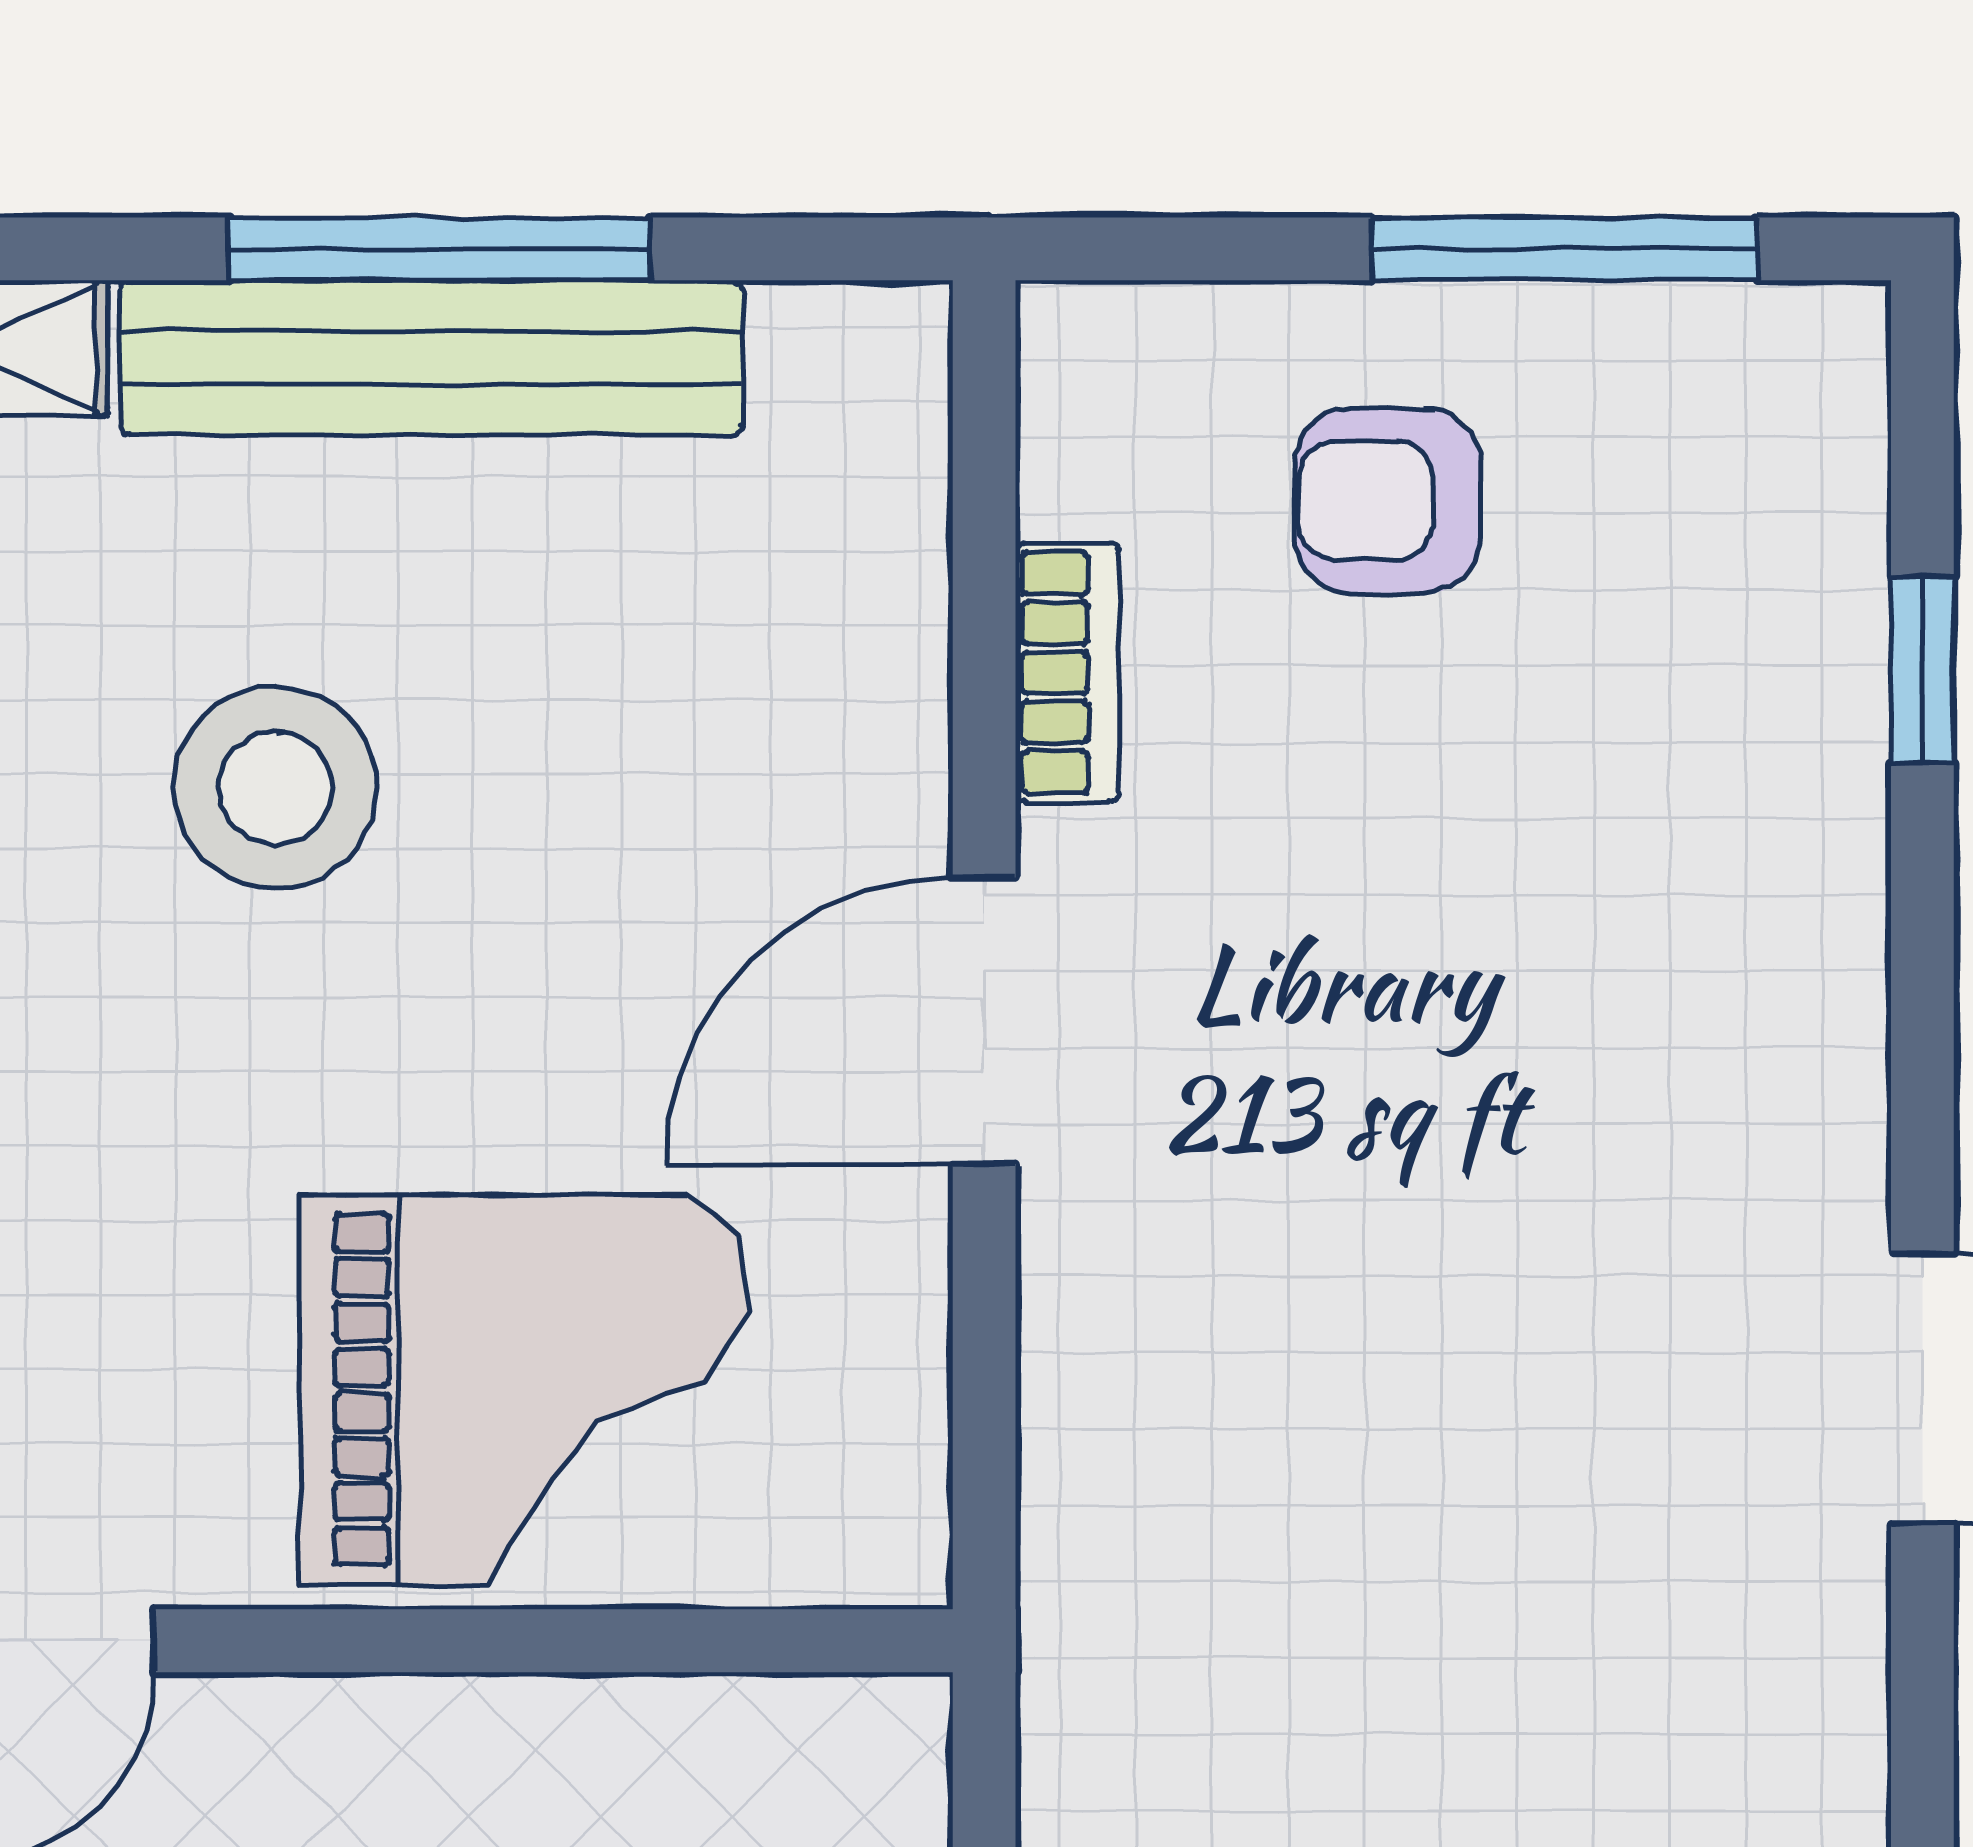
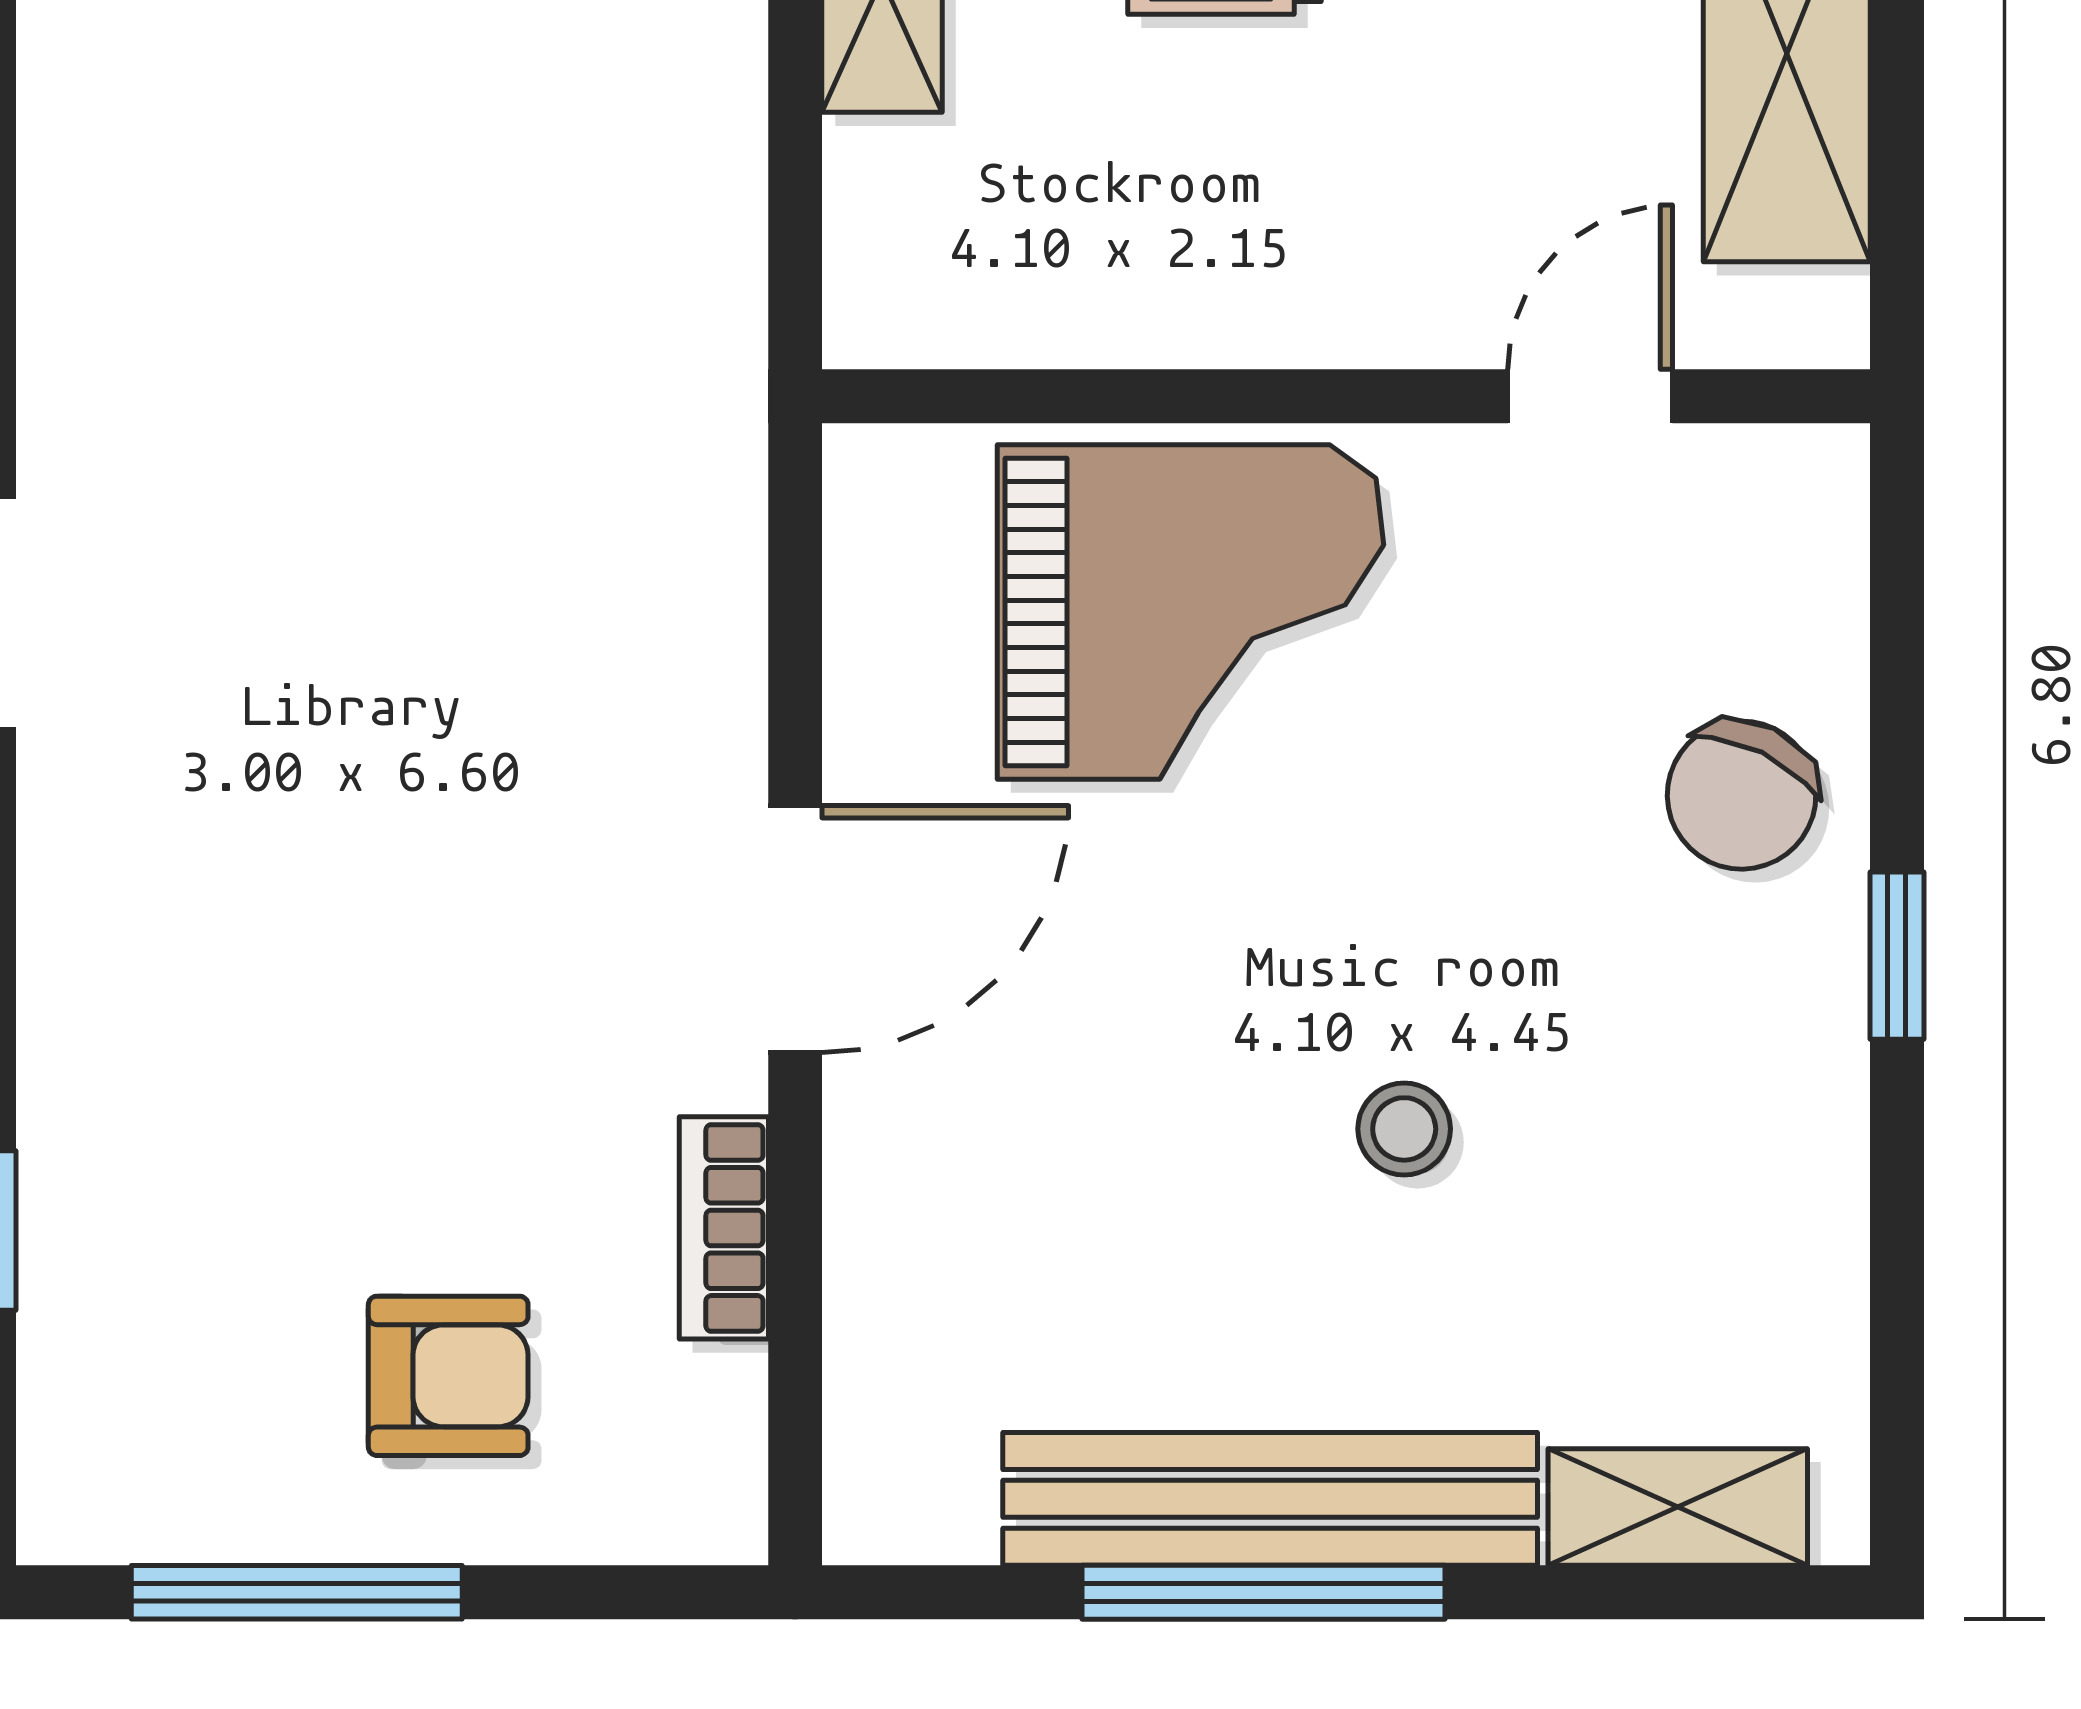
stool: (275, 788) -> (1404, 1129), width x0.53, depth x0.53
grand piano: (524, 1390) -> (1191, 612), turned 180

